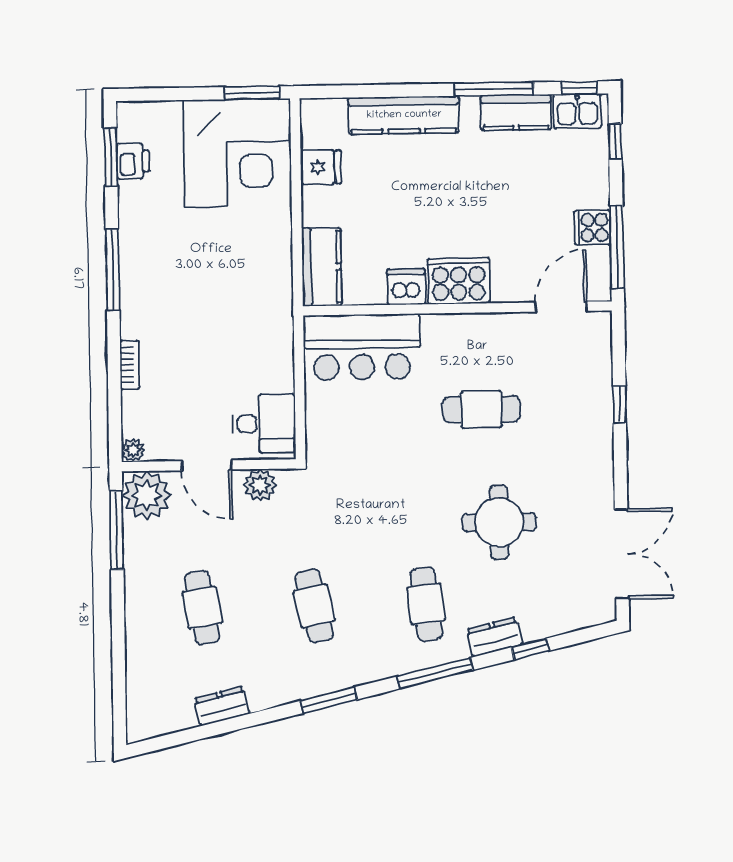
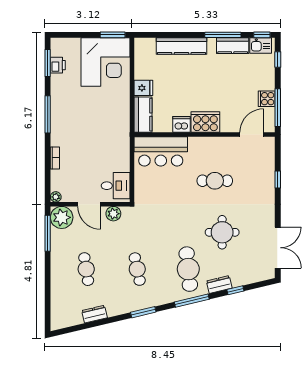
fridge: (321, 167) -> (143, 88), moved
cafe table: (426, 604) -> (188, 269), width x1.37, depth x1.35

